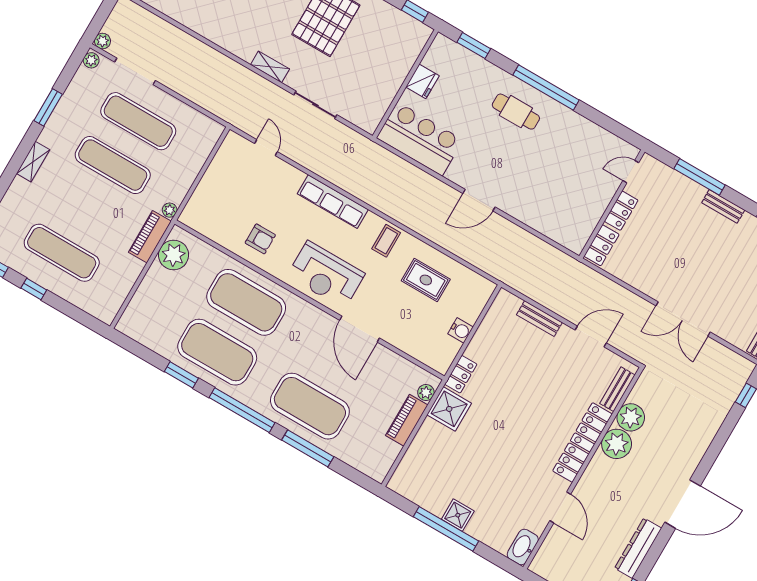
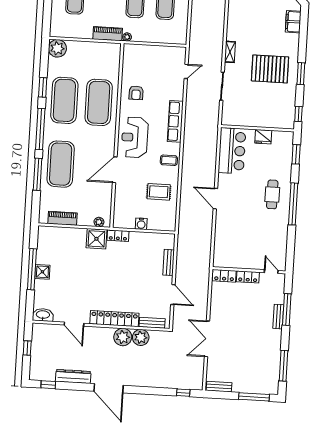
bench: (723, 206) -> (278, 317), moved
plant: (174, 255) -> (57, 48), moved
rug: (426, 280) -> (159, 192), turned 90
piano: (407, 420) -> (62, 218), moved
door: (560, 507) -> (74, 324), hinge flipped

